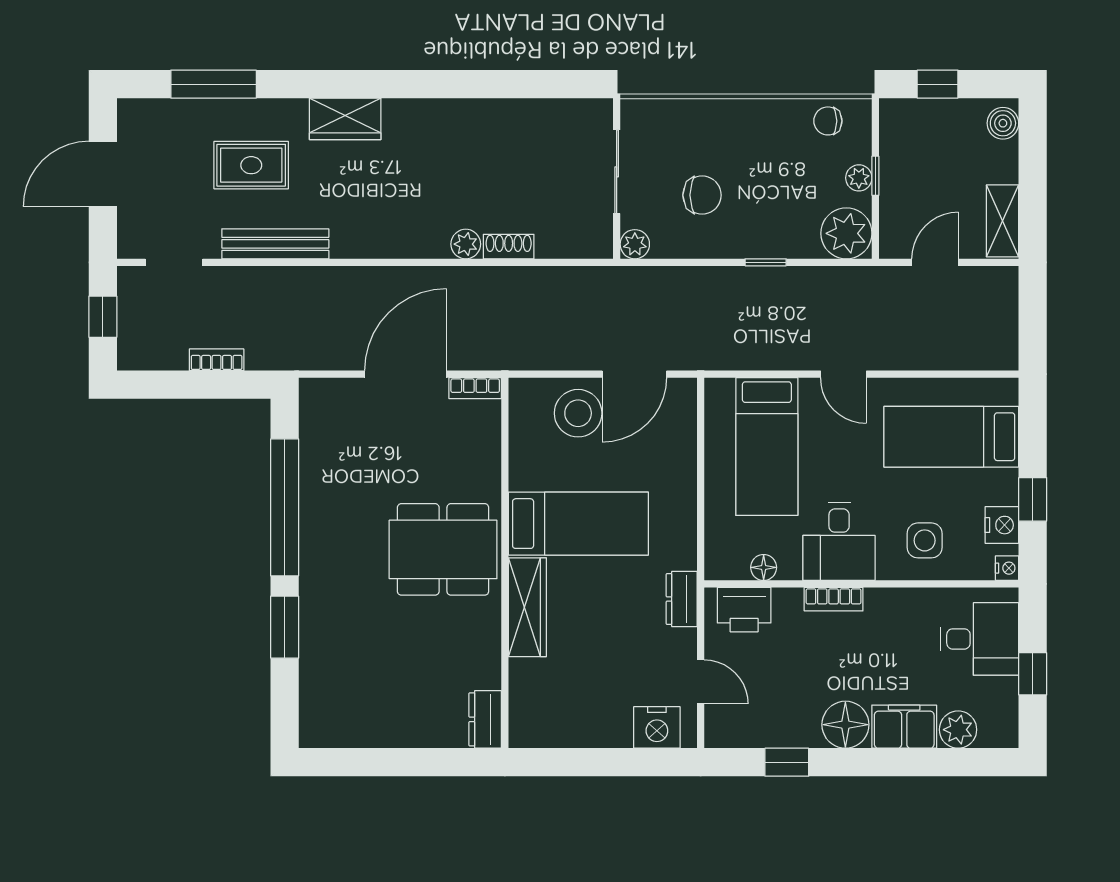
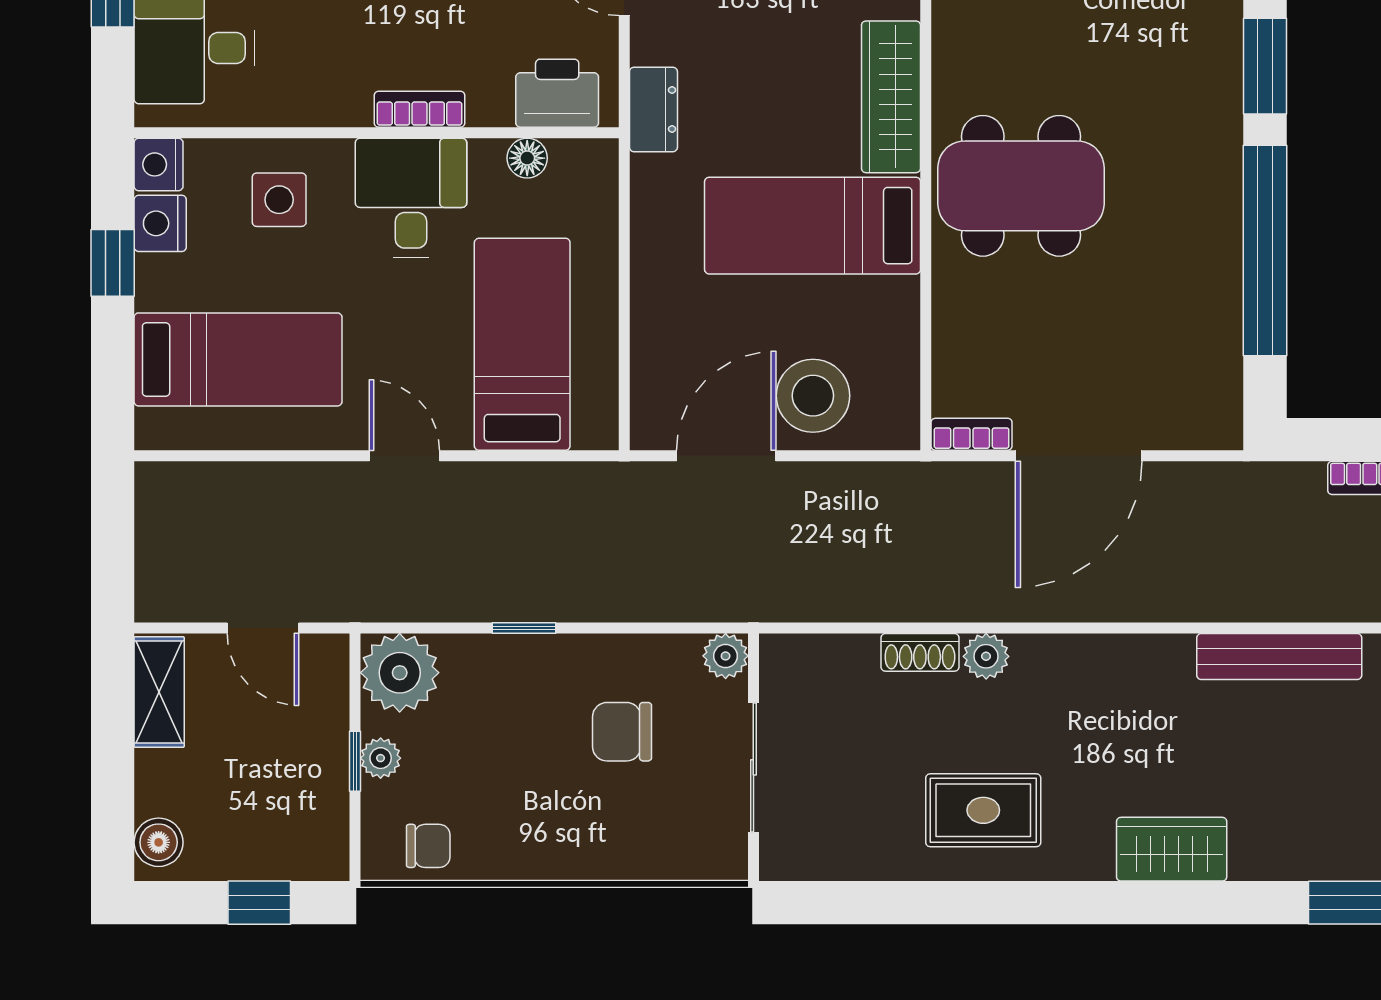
rug: (251, 165) -> (983, 810), moved
door: (935, 262) -> (263, 628), hinge flipped
nightstand: (1007, 568) -> (159, 164), width x1.39, depth x1.35

